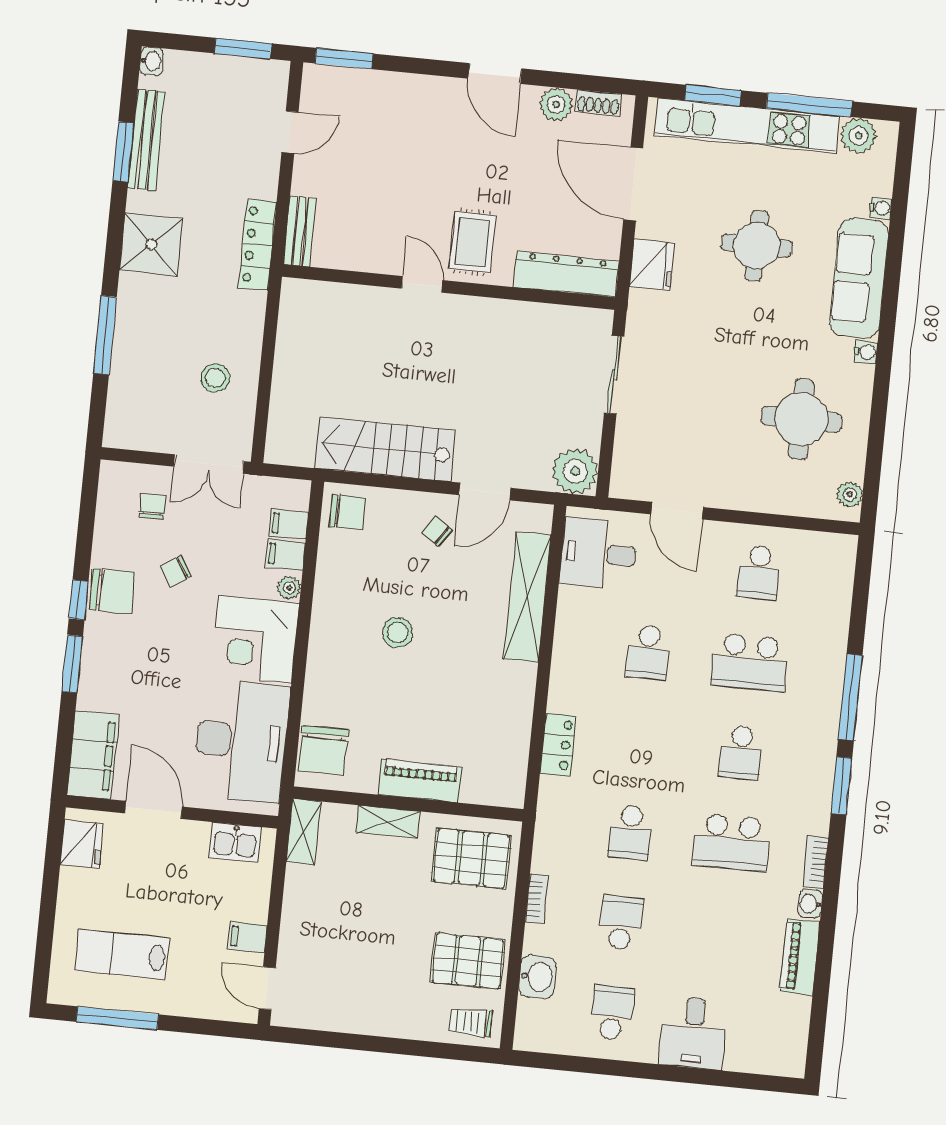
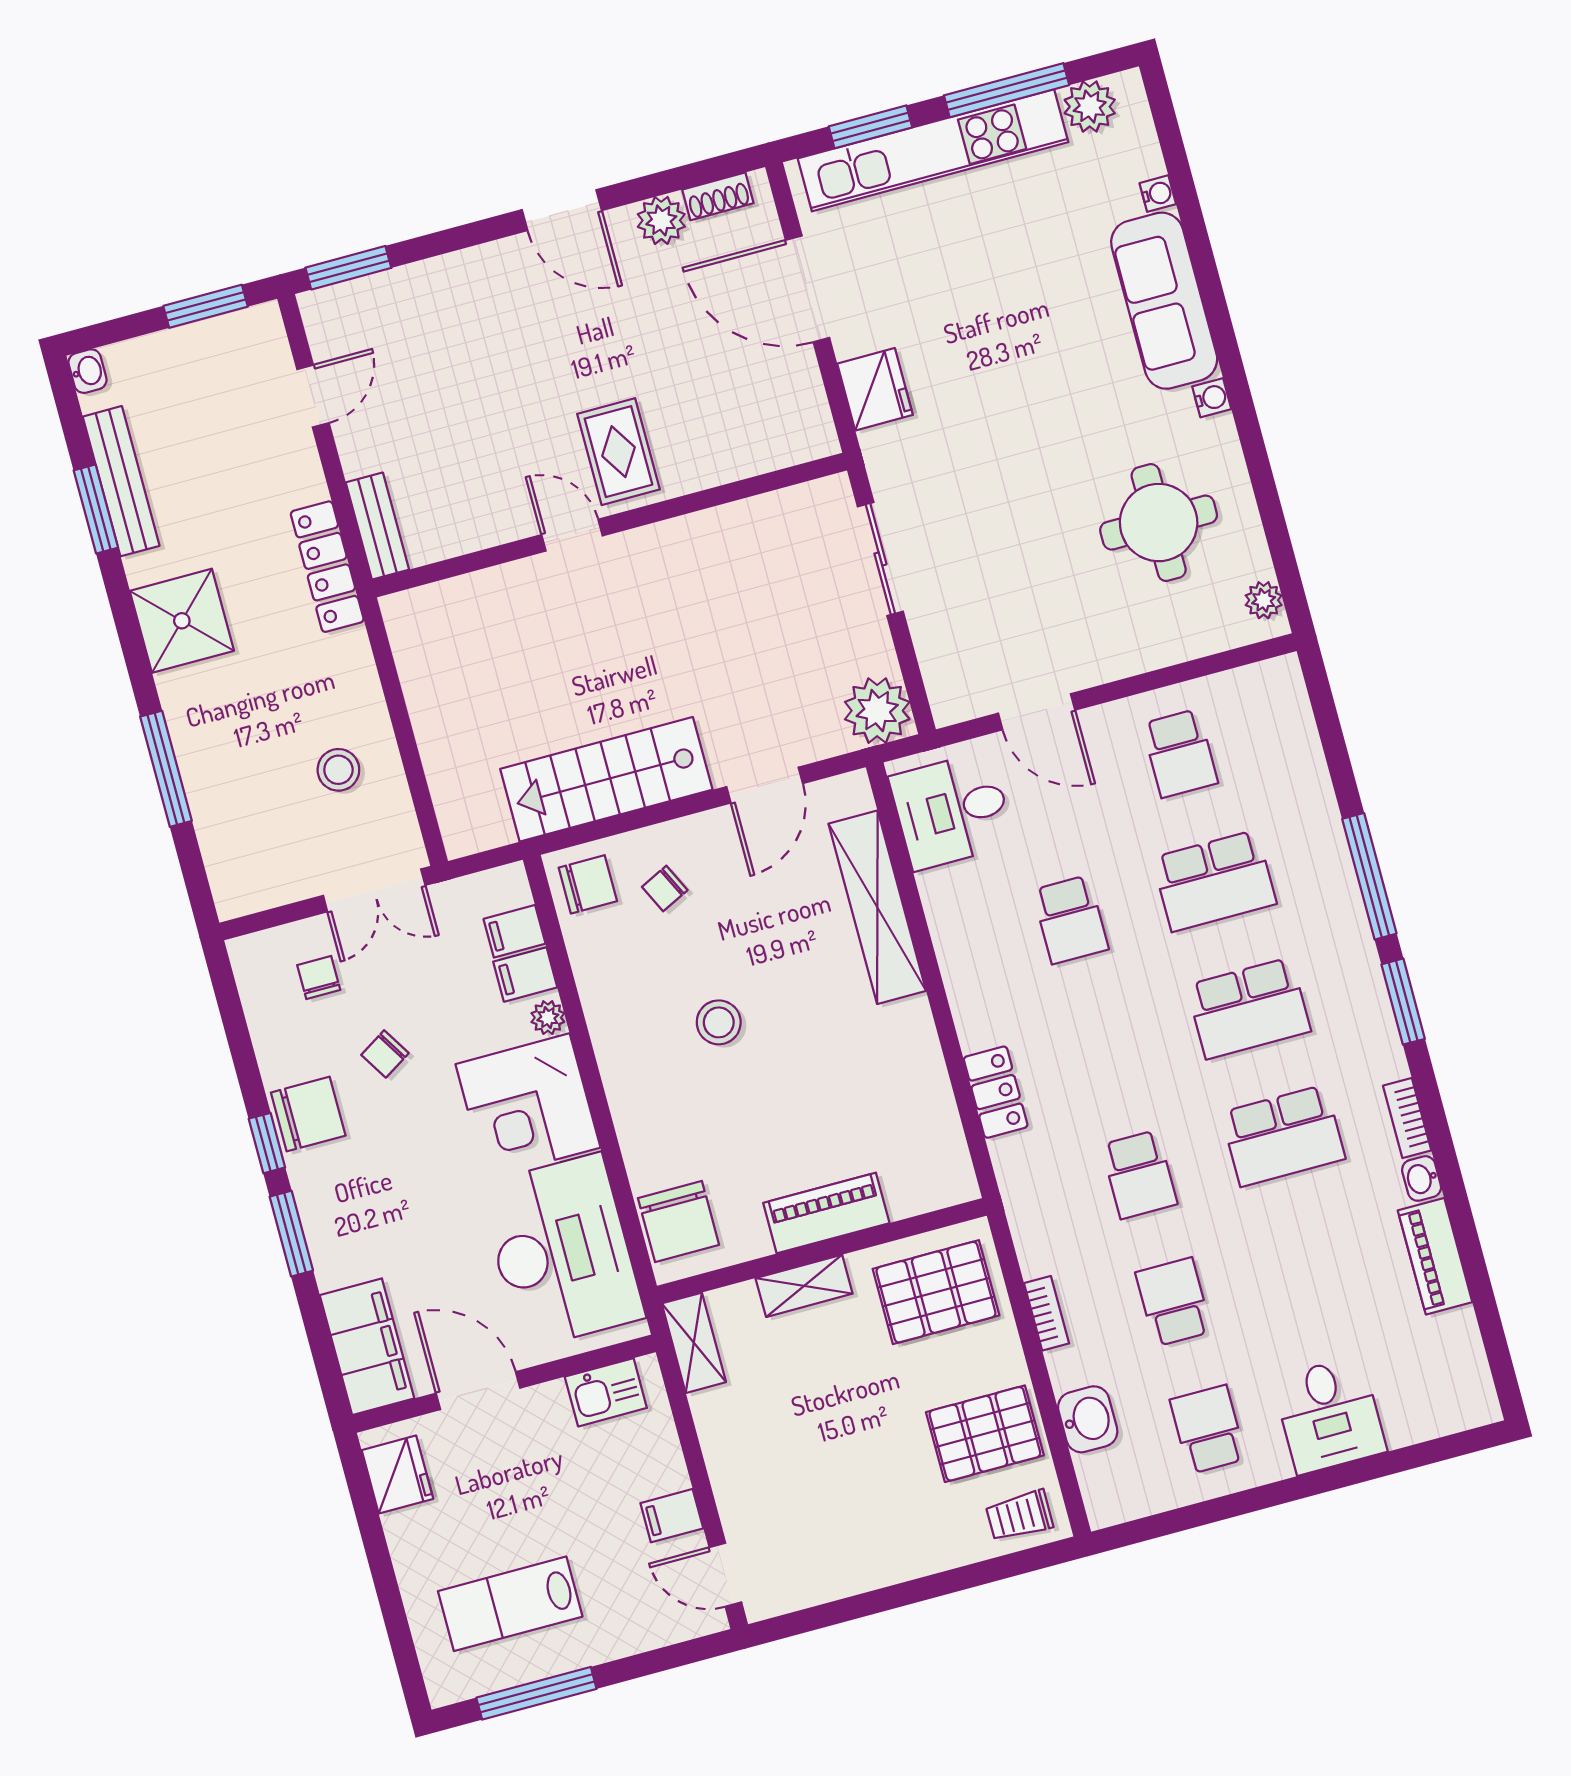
round table: (757, 246) -> (1008, 309), removed
dresser: (566, 274) -> (763, 447), removed
chair: (437, 531) -> (665, 889), moved, turned -60
school desk: (741, 752) -> (1249, 1008), width x1.85

